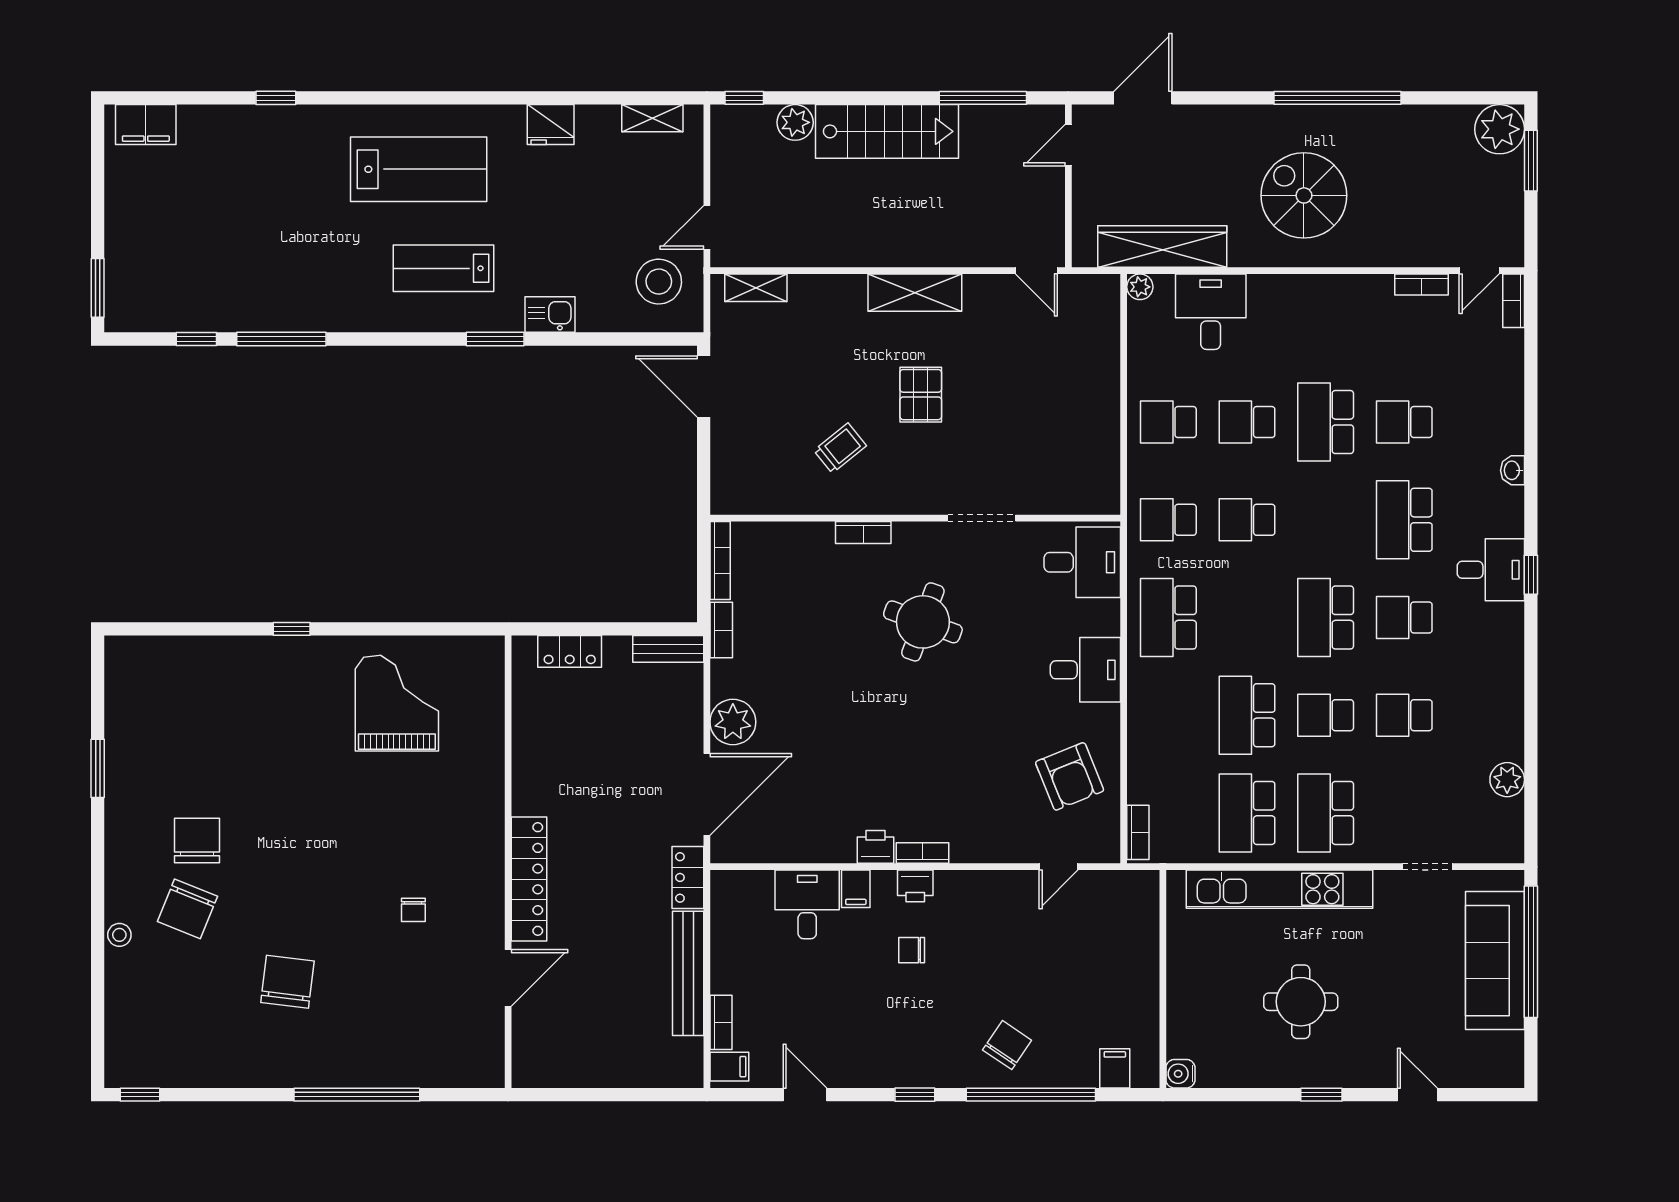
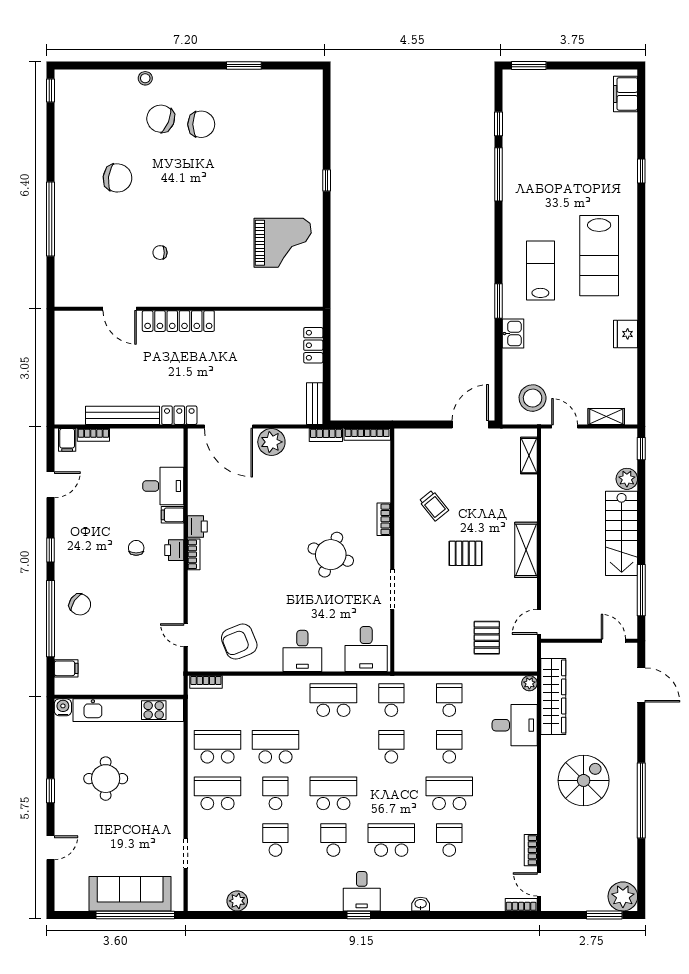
shelving: (652, 118) -> (606, 416), moved, turned 90
pallet: (1063, 359) -> (487, 638), added
kitchen unit: (1279, 889) -> (128, 710), moved, turned -90

